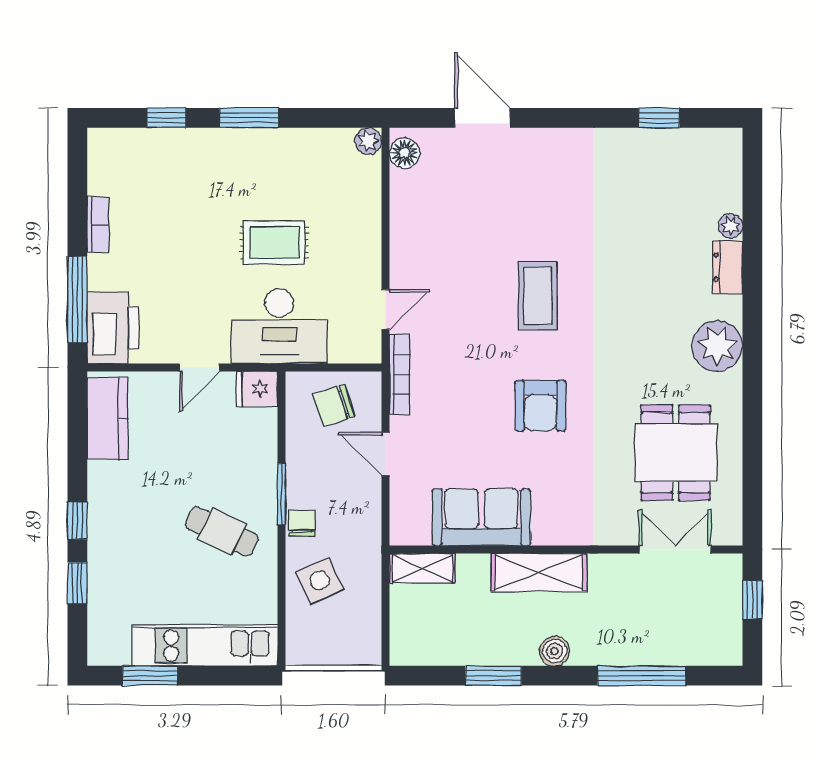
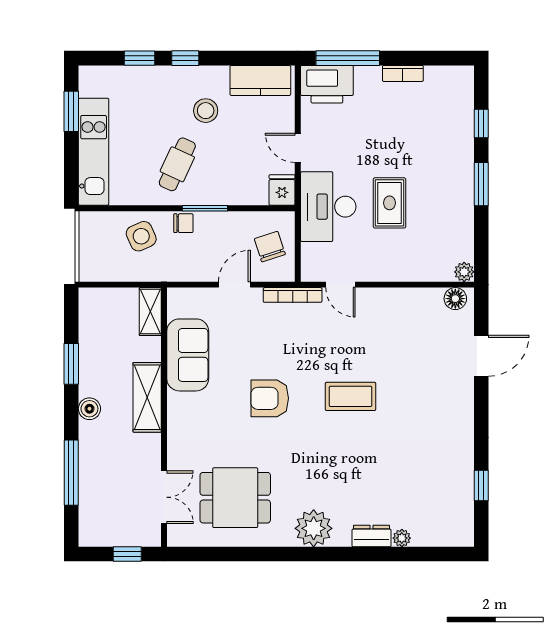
stool: (149, 493) -> (206, 111), added

